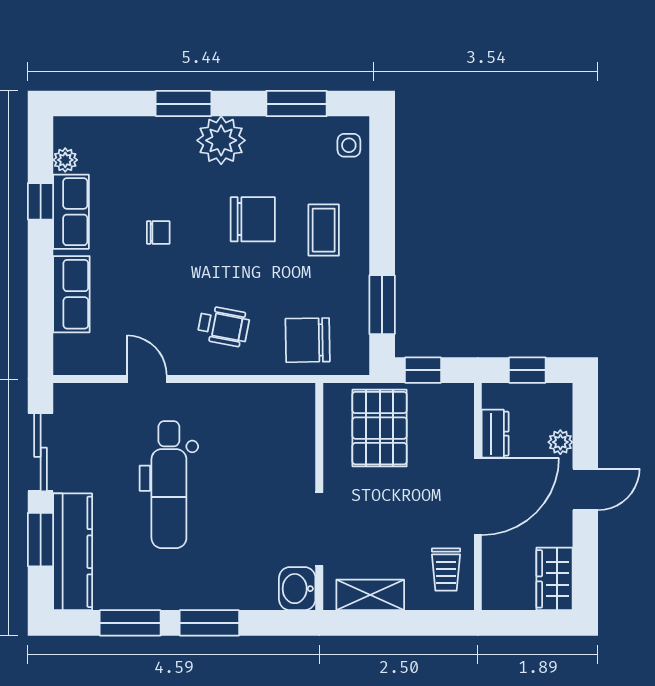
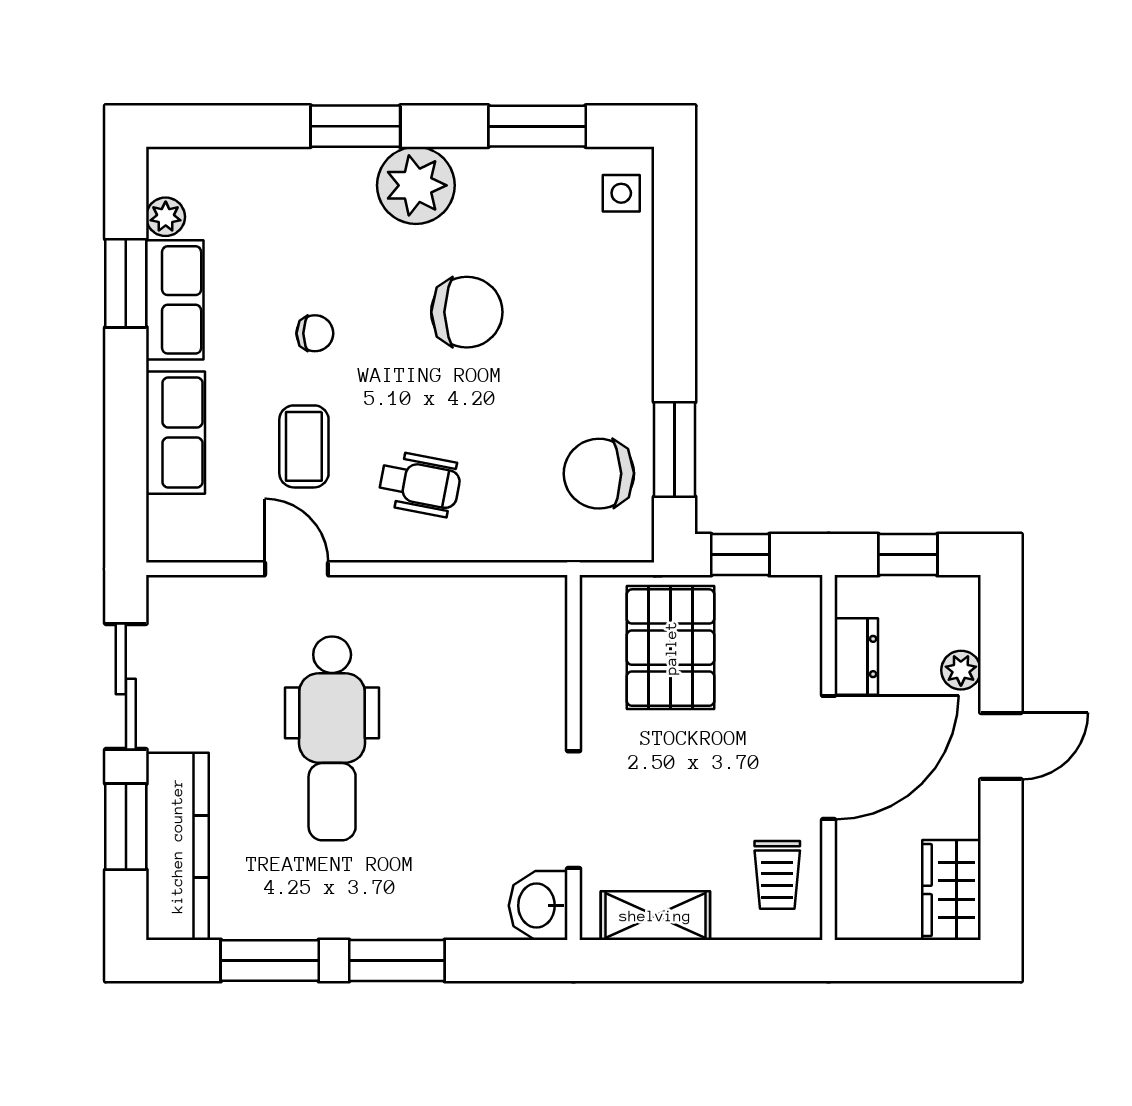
window: (41, 201) -> (126, 283), width x1.50
coffee table: (324, 230) -> (304, 446), moved
chair: (308, 340) -> (599, 474), moved

